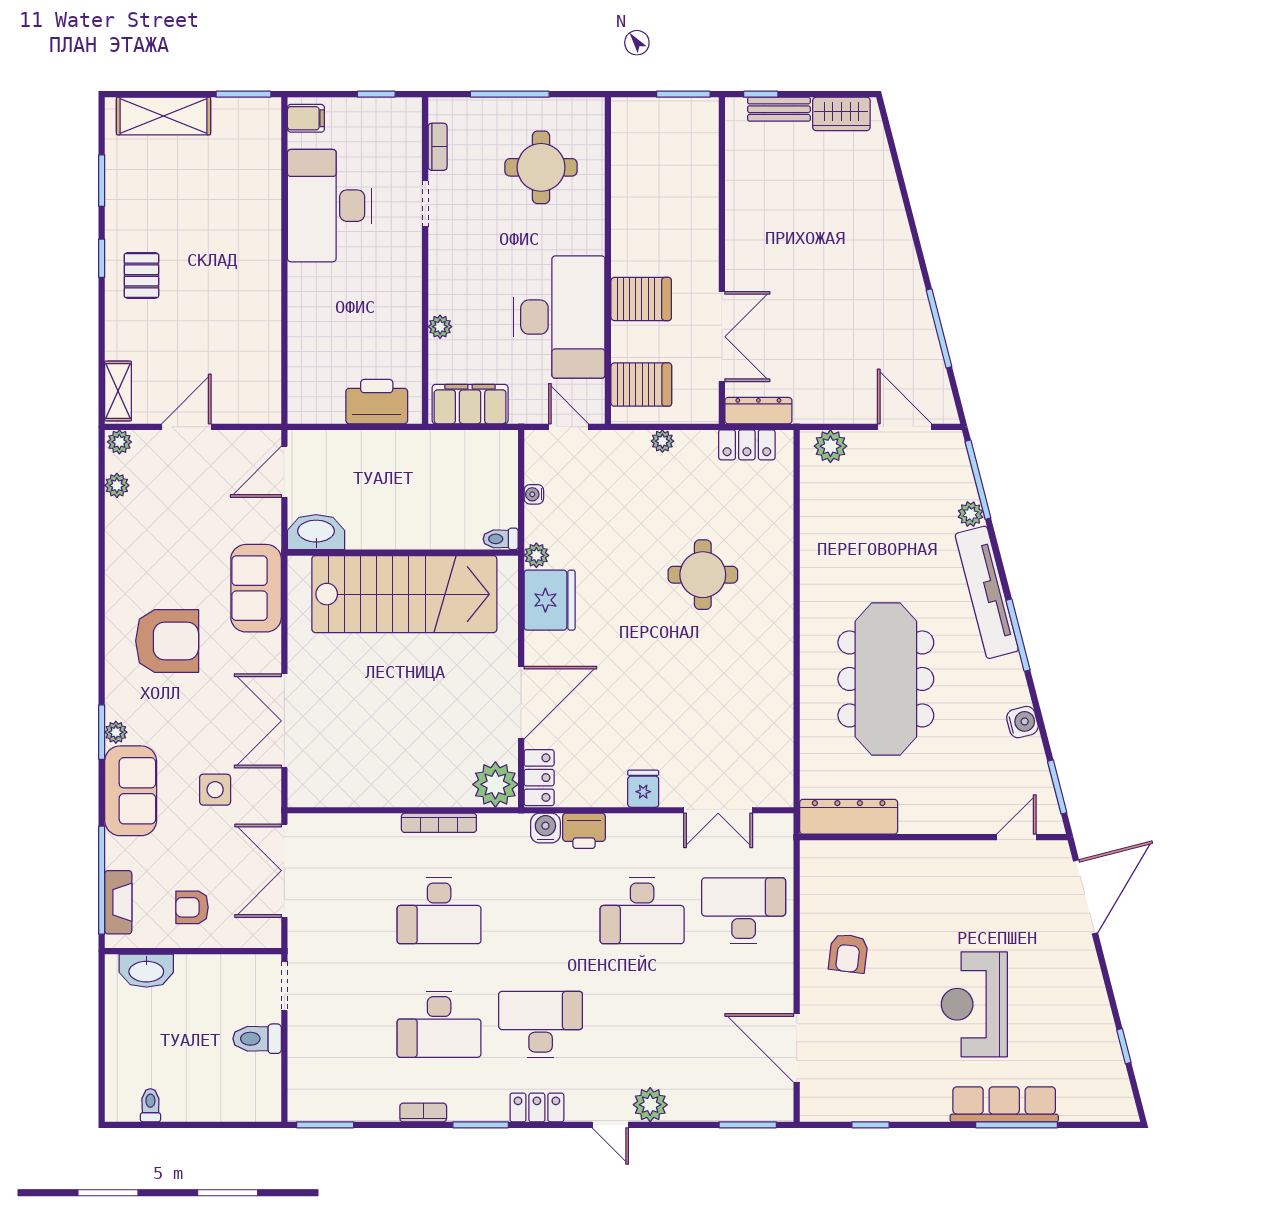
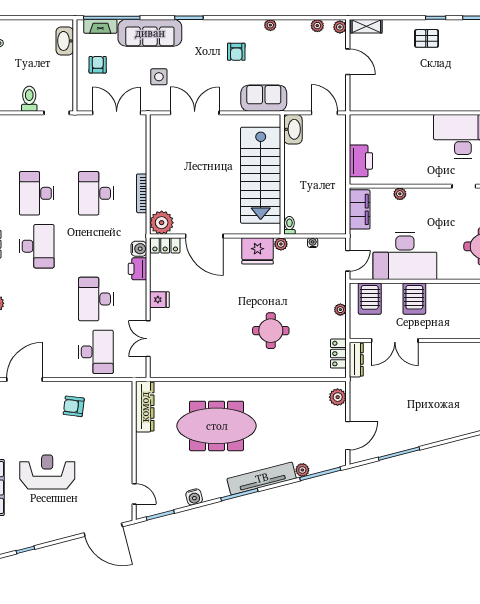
armchair: (167, 641) -> (236, 52), width x0.53, depth x0.53
plant: (116, 732) -> (270, 25), moved
sofa: (131, 791) -> (150, 33), width x1.36

